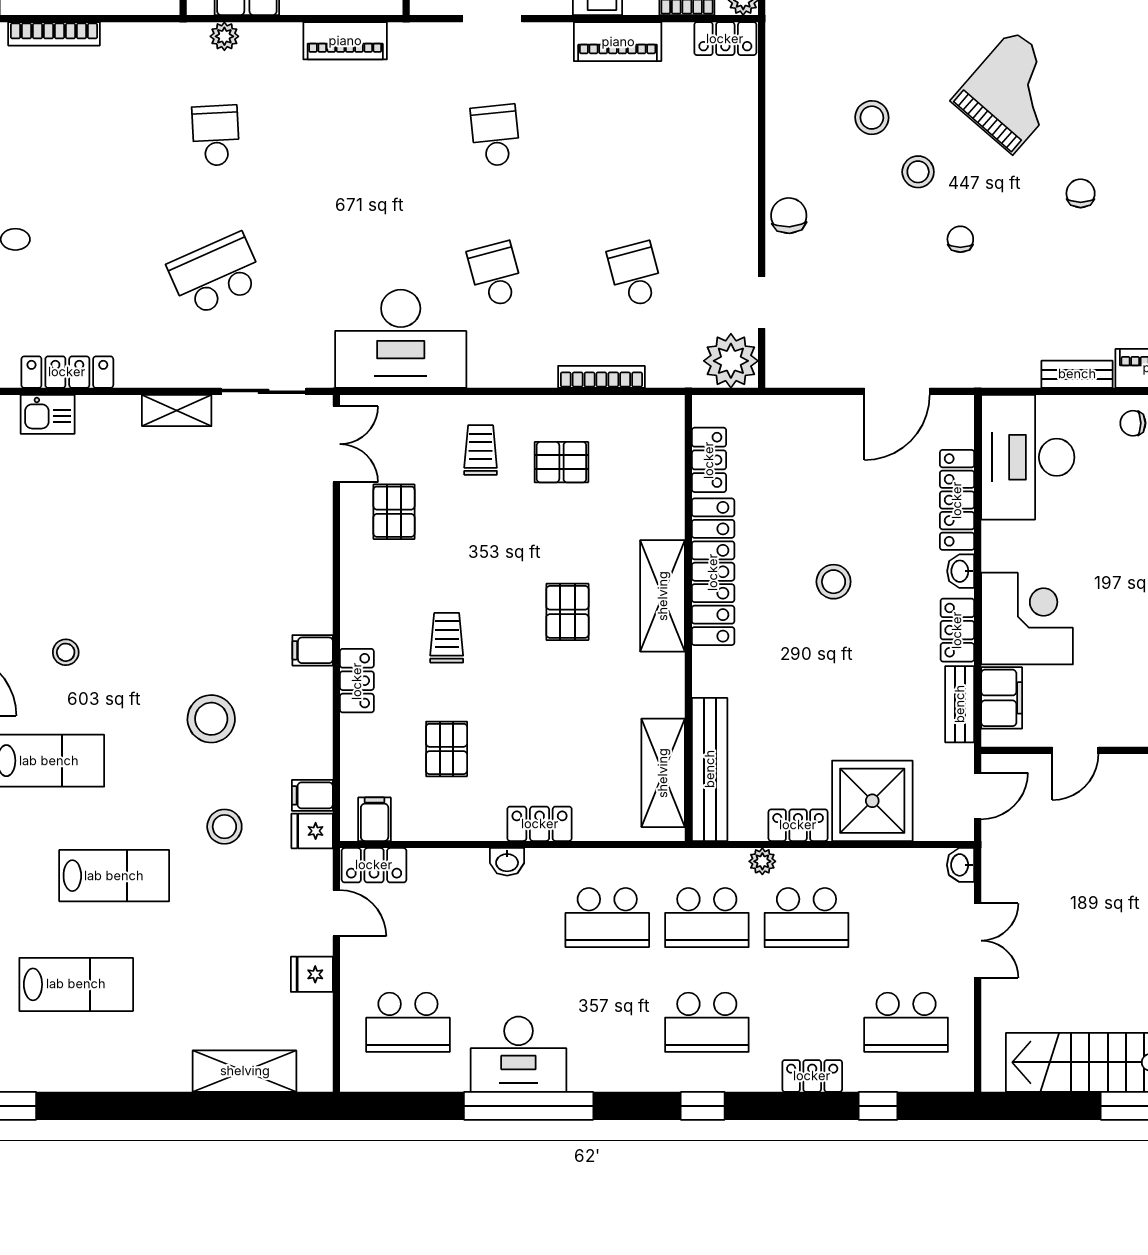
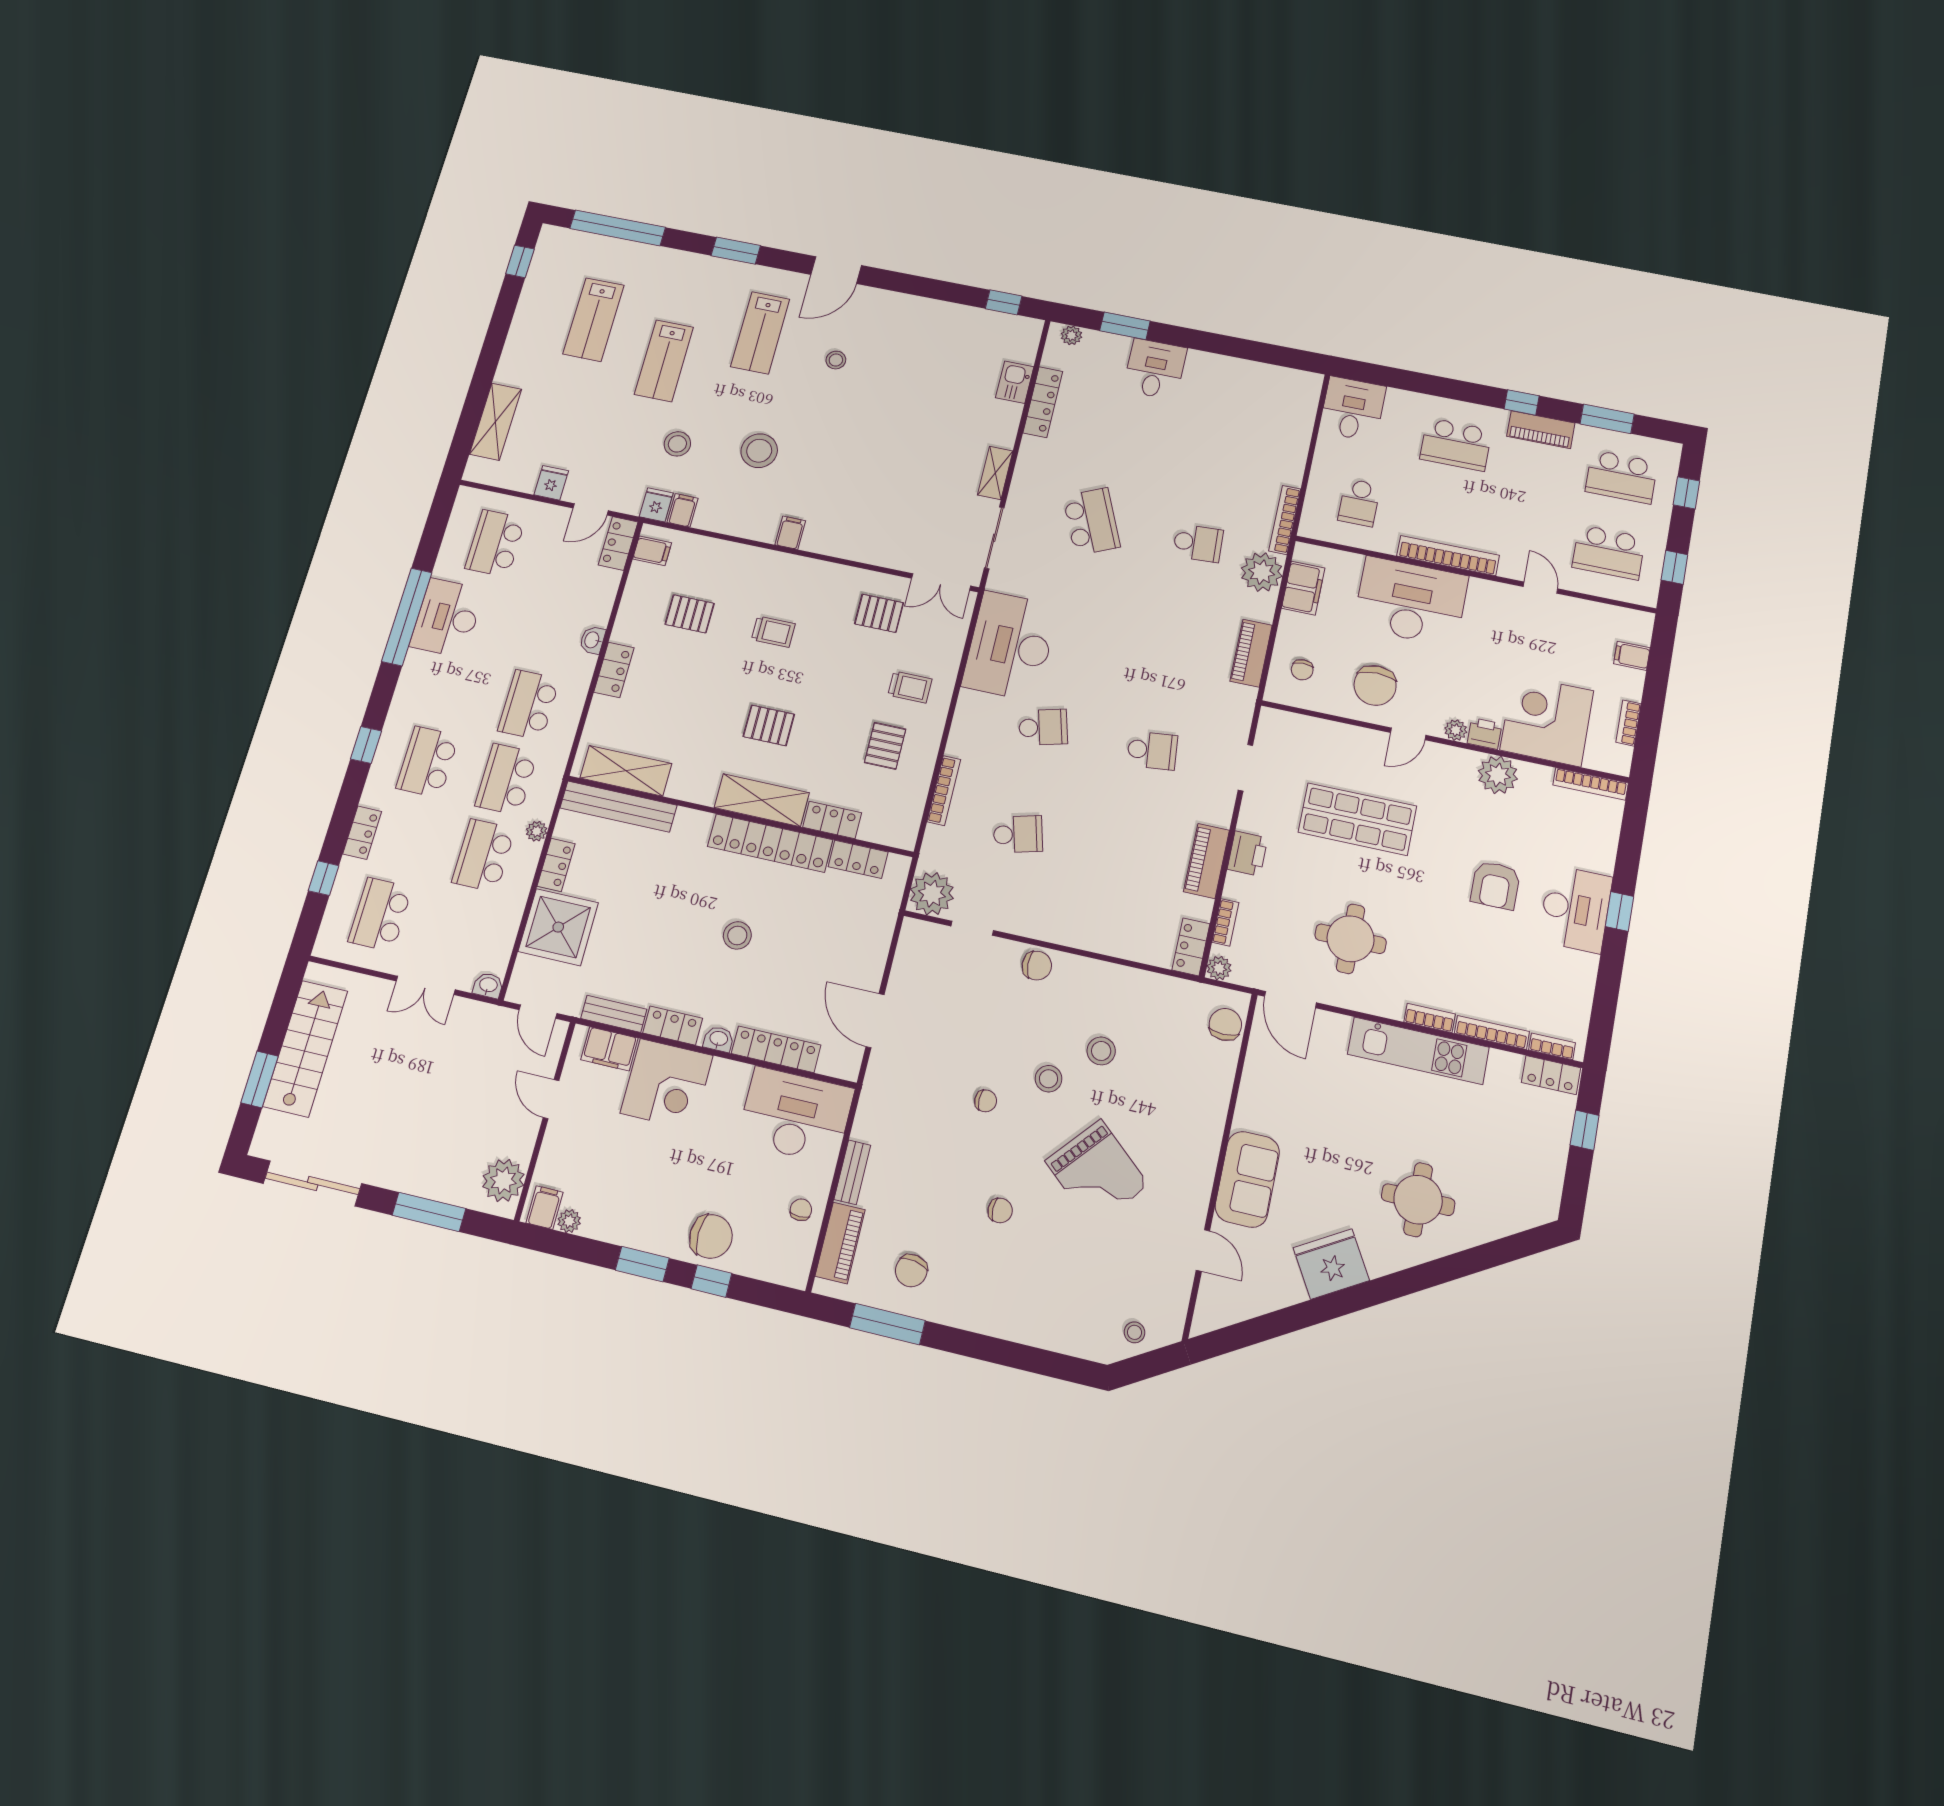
bookcase: (54, 34) -> (1285, 520), moved
plant: (224, 36) -> (1262, 572), width x1.87, depth x1.87
locker: (357, 681) -> (832, 820), moved, turned 180

